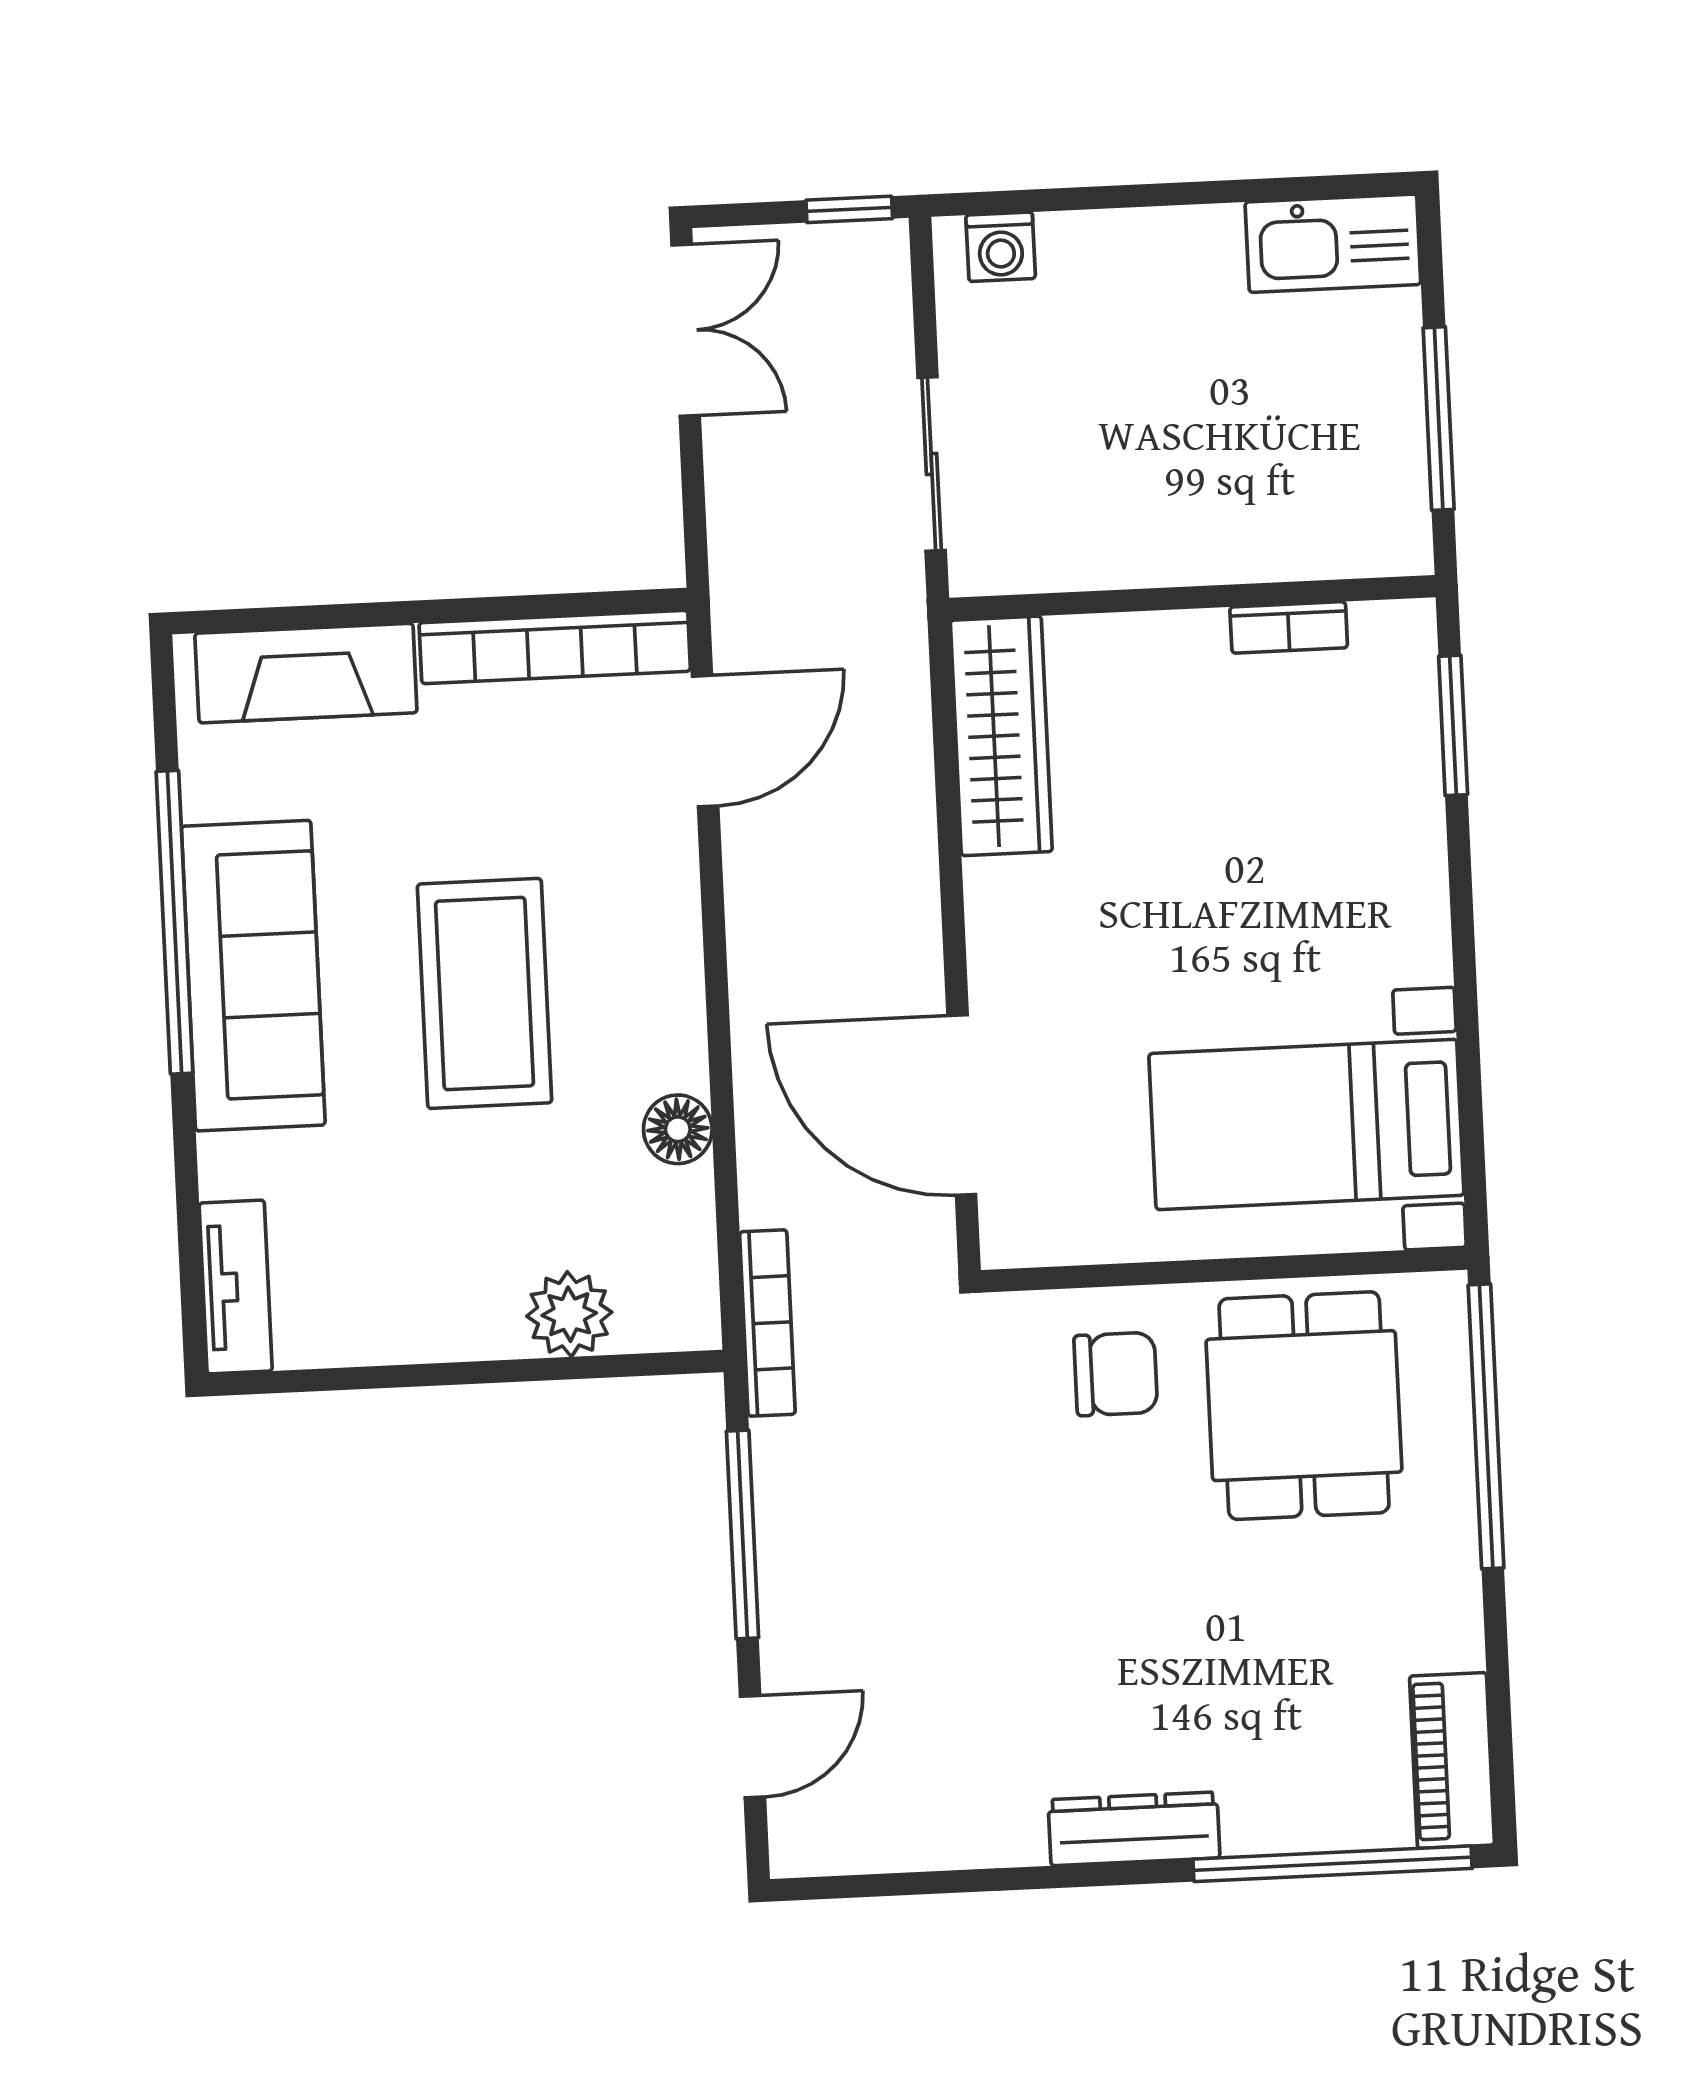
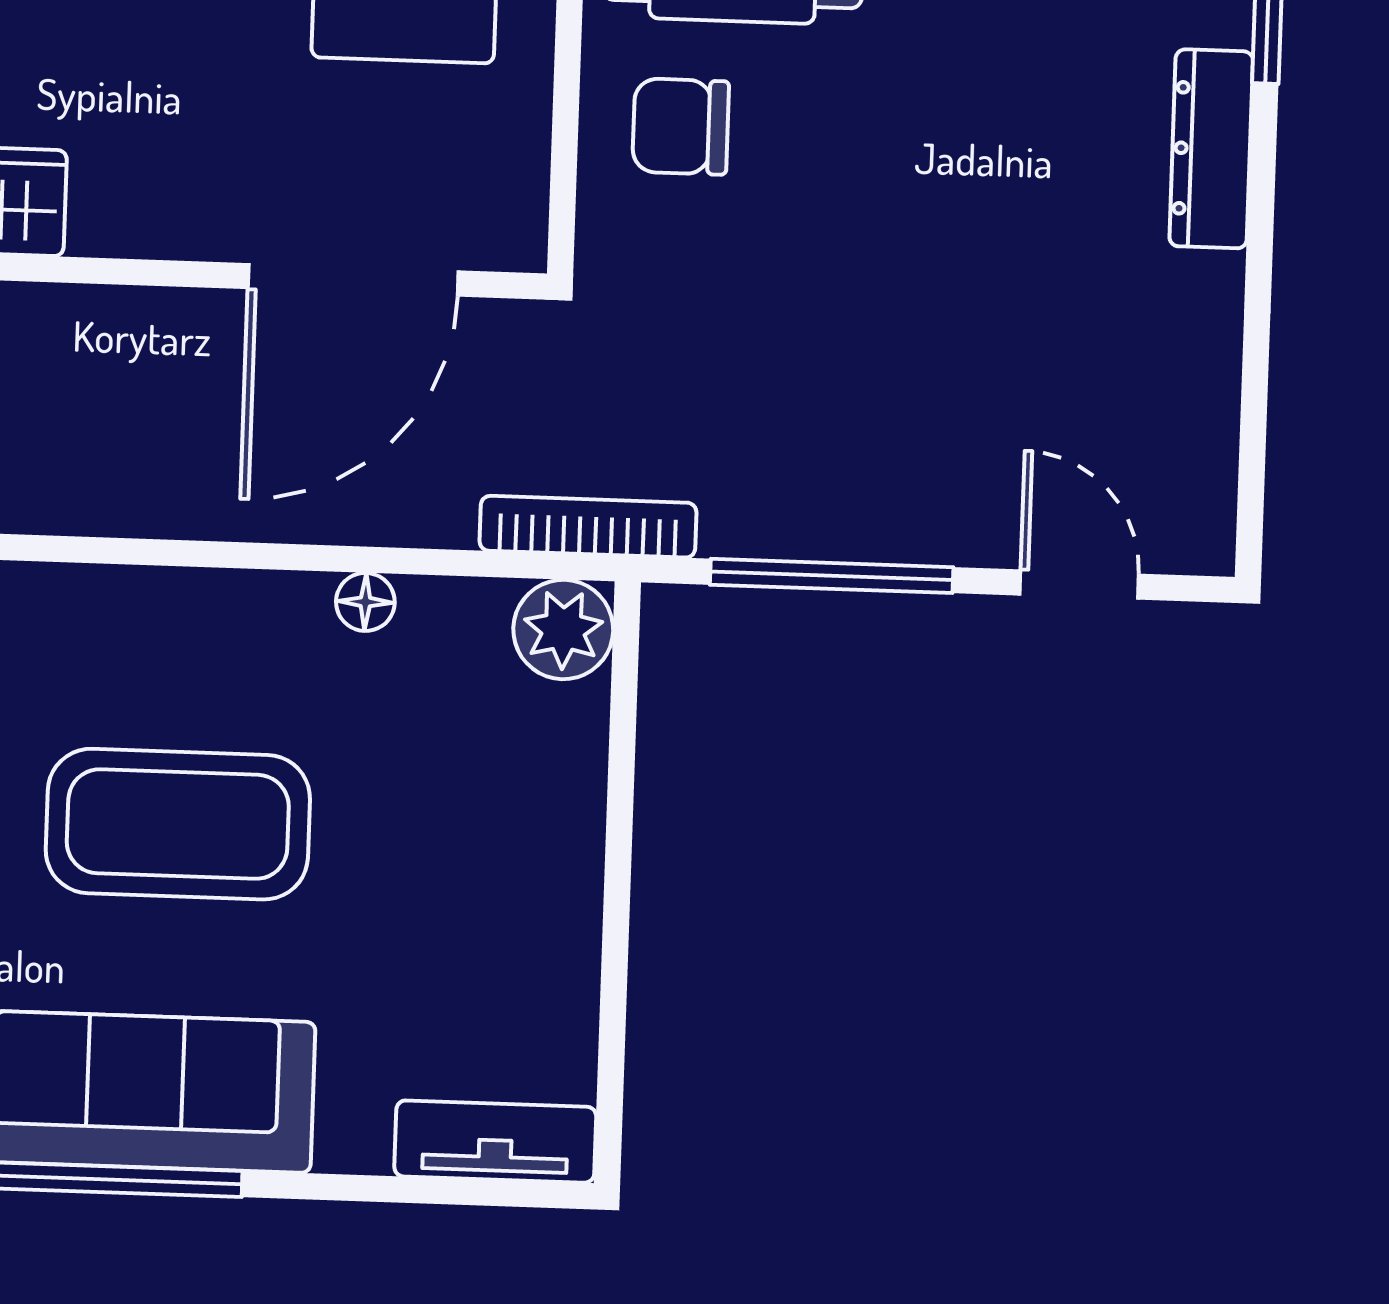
floor lamp: (678, 1129) -> (365, 602), width x0.73, depth x0.73
plant: (569, 1314) -> (563, 629), moved
chair: (1116, 1374) -> (681, 127), turned -90

